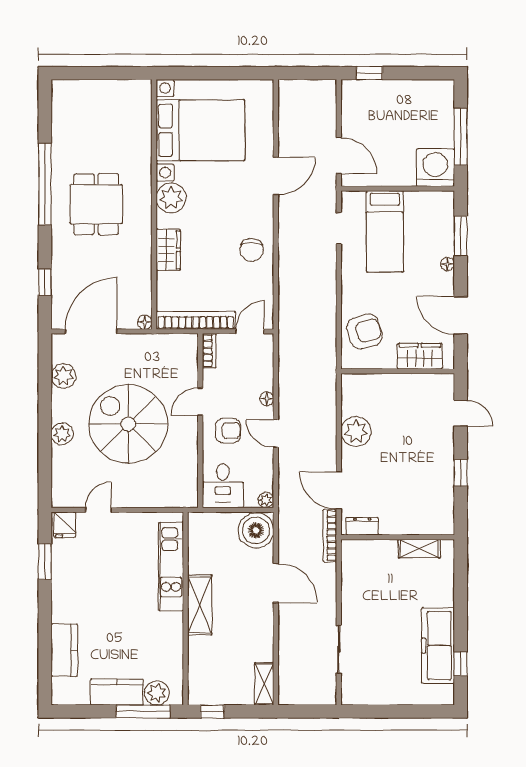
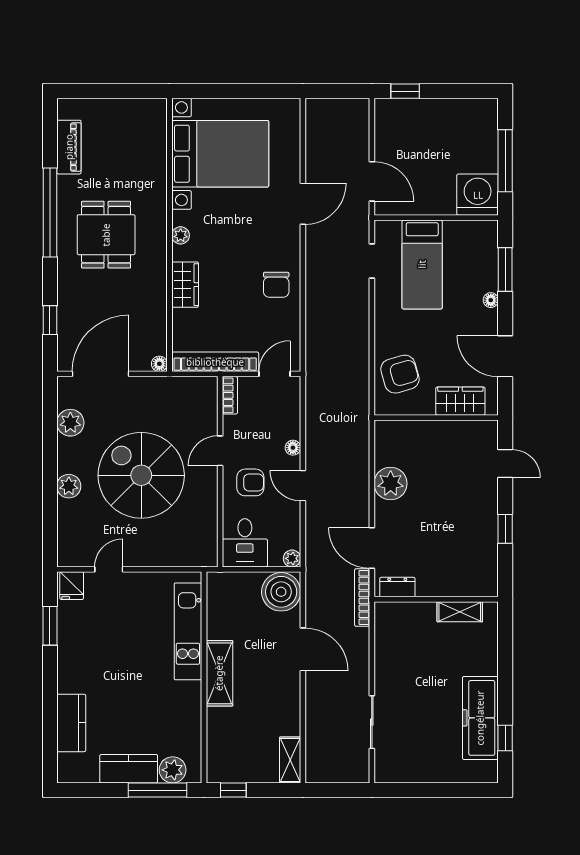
piano: (62, 124) -> (69, 147), added
plant: (171, 198) -> (181, 235), width x0.53, depth x0.53

